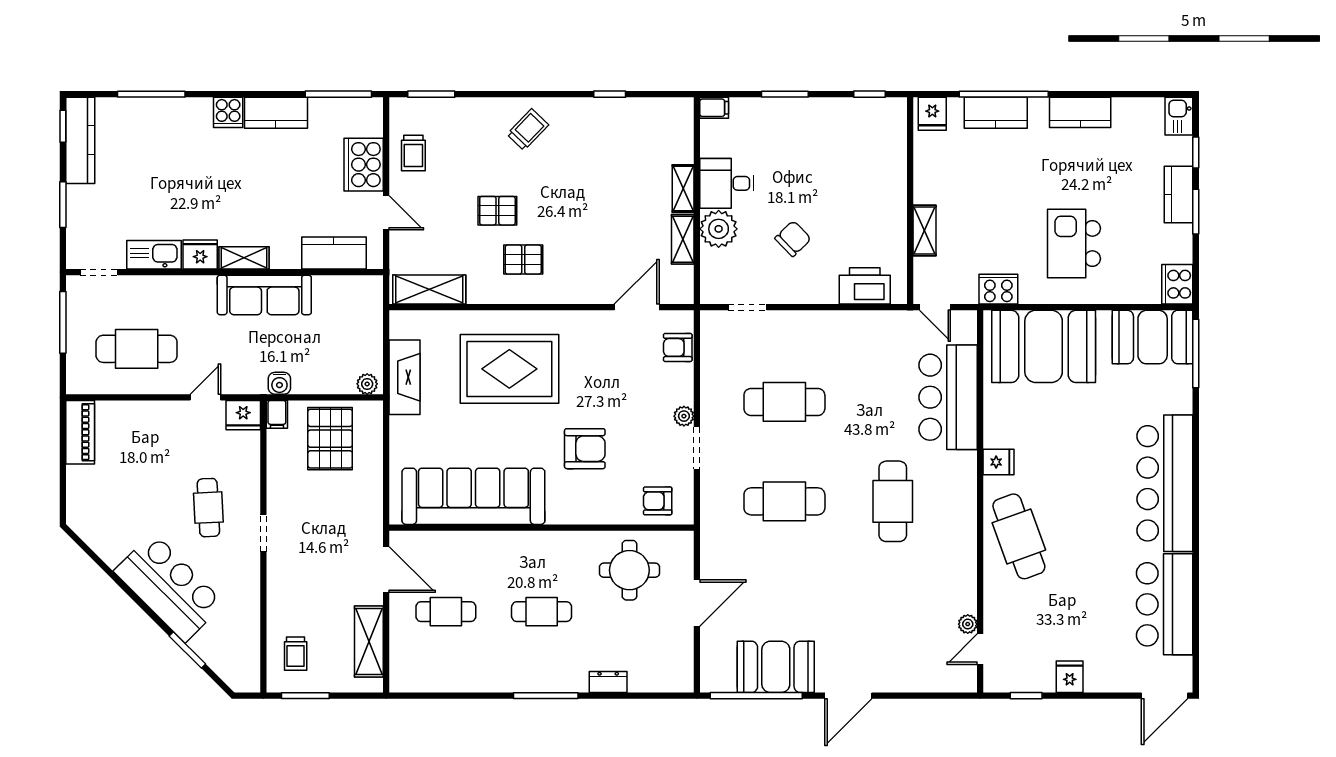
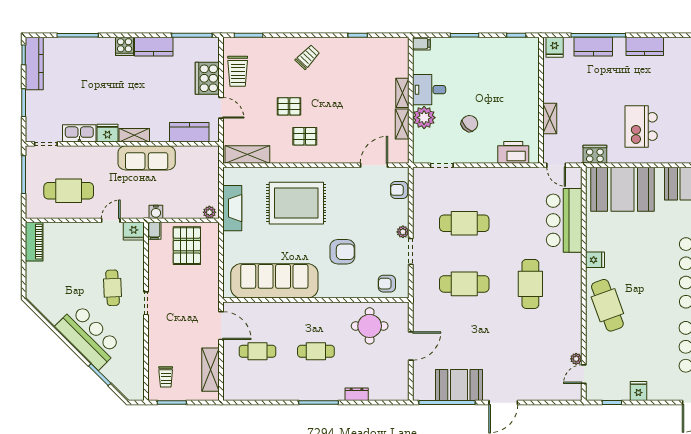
trolley: (413, 153) -> (238, 71), width x1.36, depth x1.39

